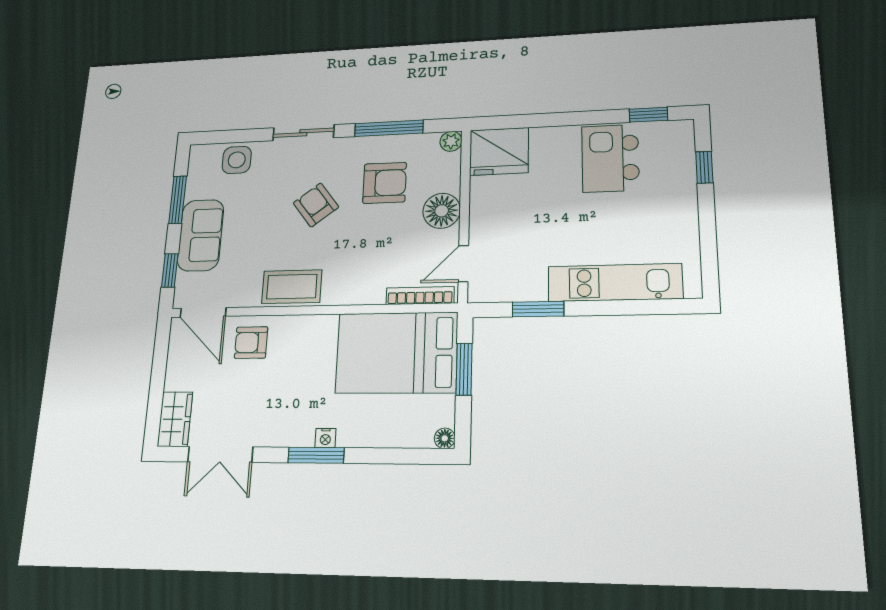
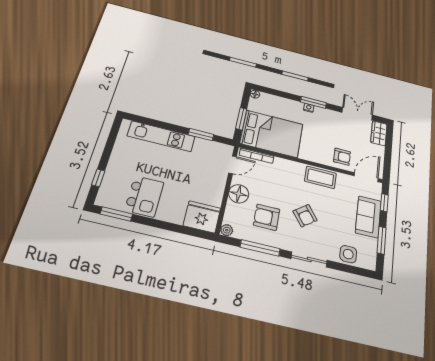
window: (648, 115) -> (116, 214), width x1.50
door: (203, 312) -> (366, 177), hinge flipped

